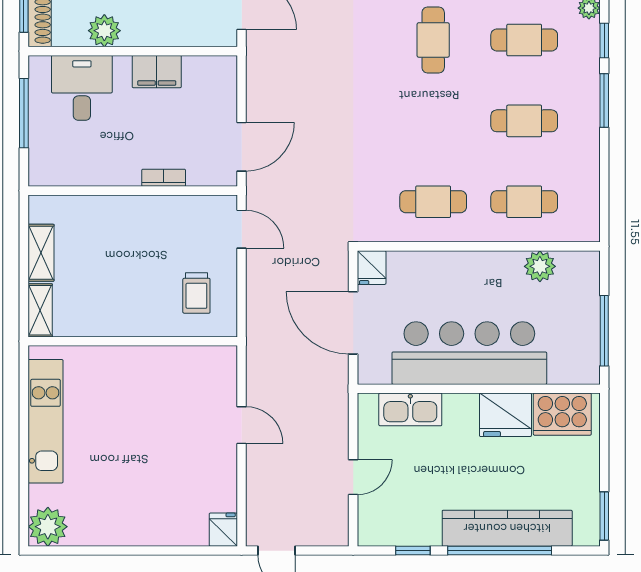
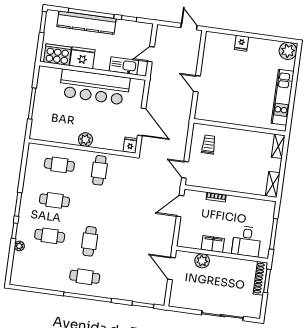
plant: (104, 31) -> (202, 261), moved
cafe table: (433, 202) -> (99, 170), turned 90
shelving: (41, 253) -> (273, 184), moved
plant: (540, 266) -> (85, 140), moved
bar counter: (469, 353) -> (95, 87), moved
wall: (479, 389) -> (93, 71), moved
kitchen sink: (410, 409) -> (124, 66), moved
cooker: (562, 414) -> (57, 55), moved
fridge: (505, 415) -> (82, 58), moved
fridge: (223, 530) -> (241, 43), moved

